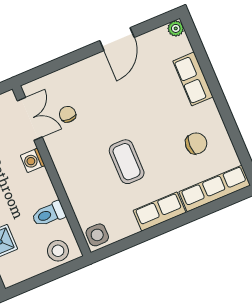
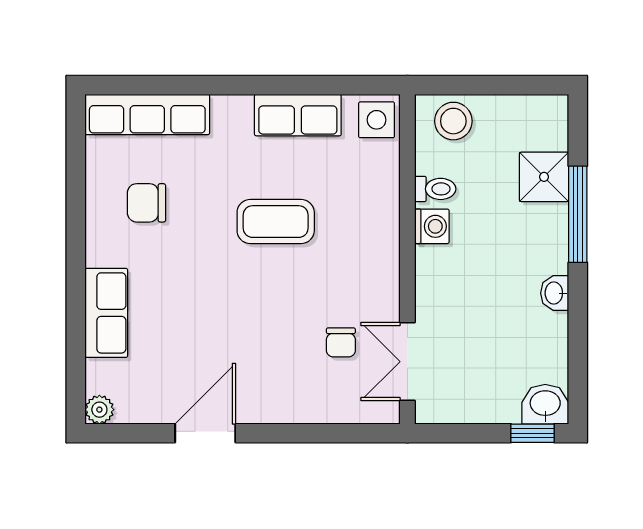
washing machine: (33, 160) -> (432, 226), moved
coffee table: (127, 162) -> (276, 222), turned 90
row of seats: (159, 211) -> (298, 115), moved
toilet: (49, 214) -> (435, 189), width x0.73, depth x0.72

